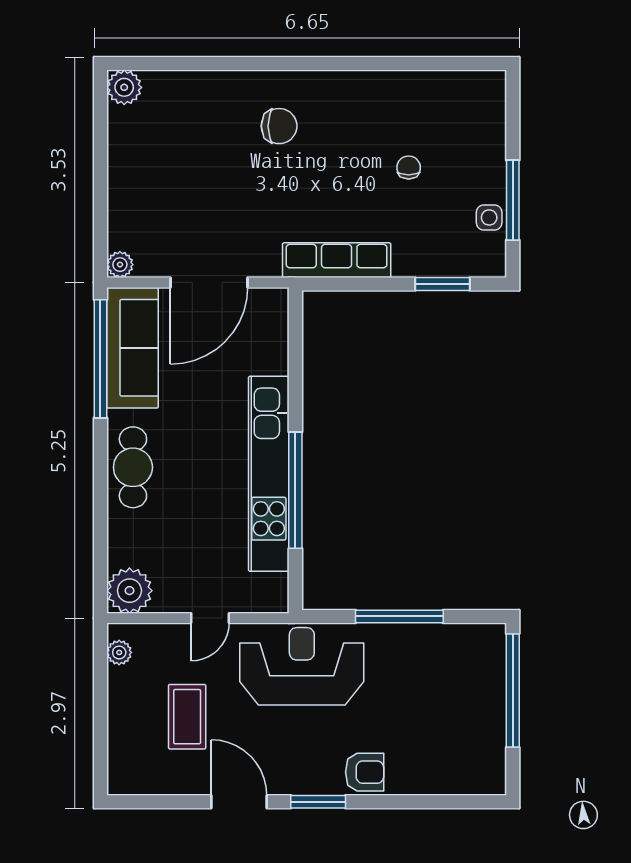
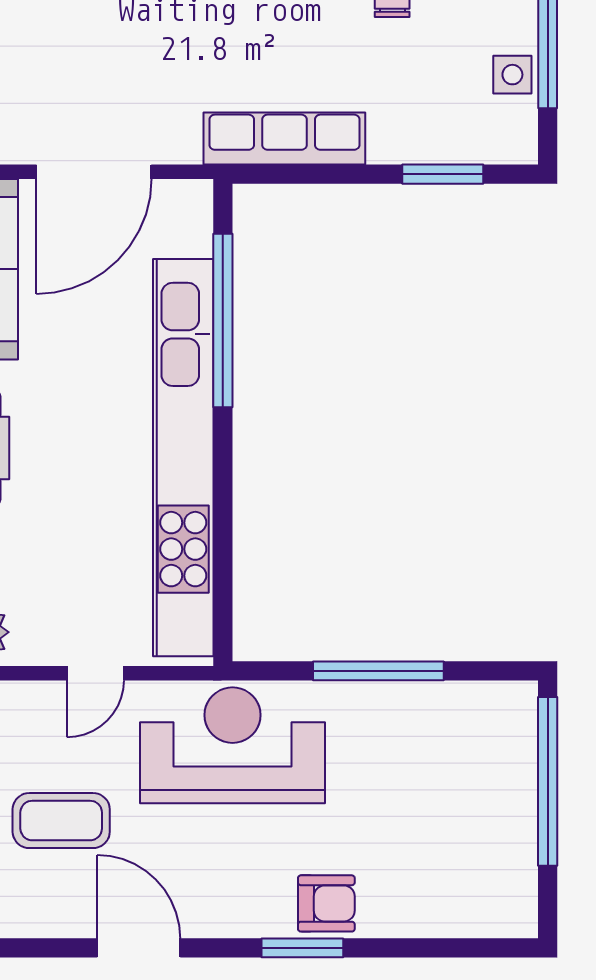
kitchen unit: (269, 474) -> (183, 458), width x1.36
window: (295, 490) -> (223, 321), moved
coffee table: (187, 717) -> (61, 821), turned 90
window: (318, 802) -> (302, 948), moved

